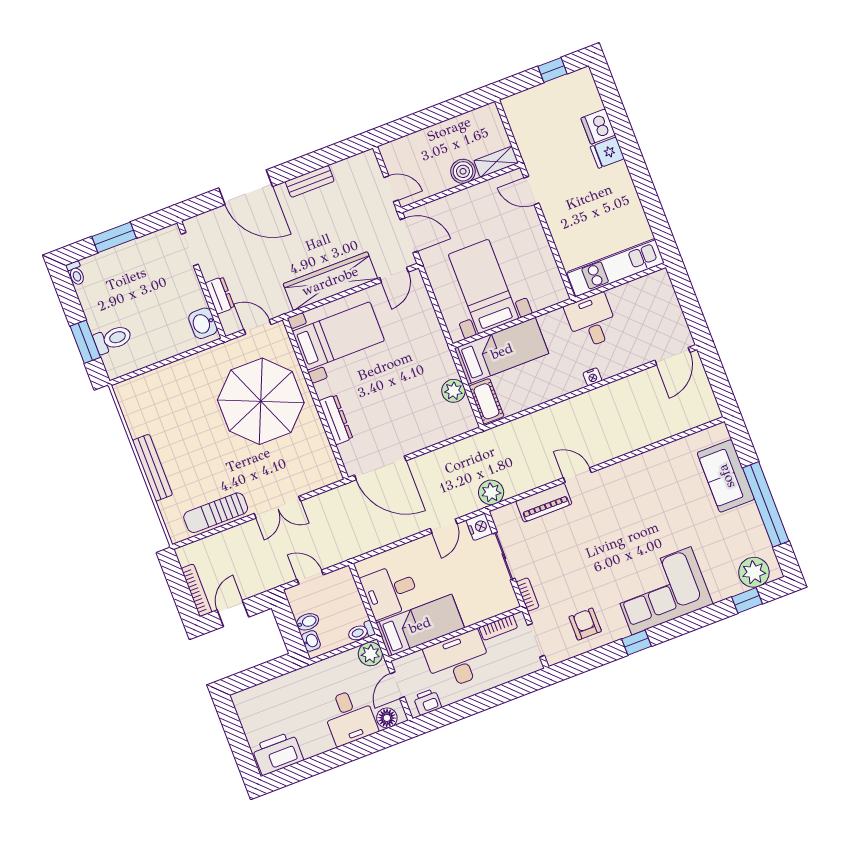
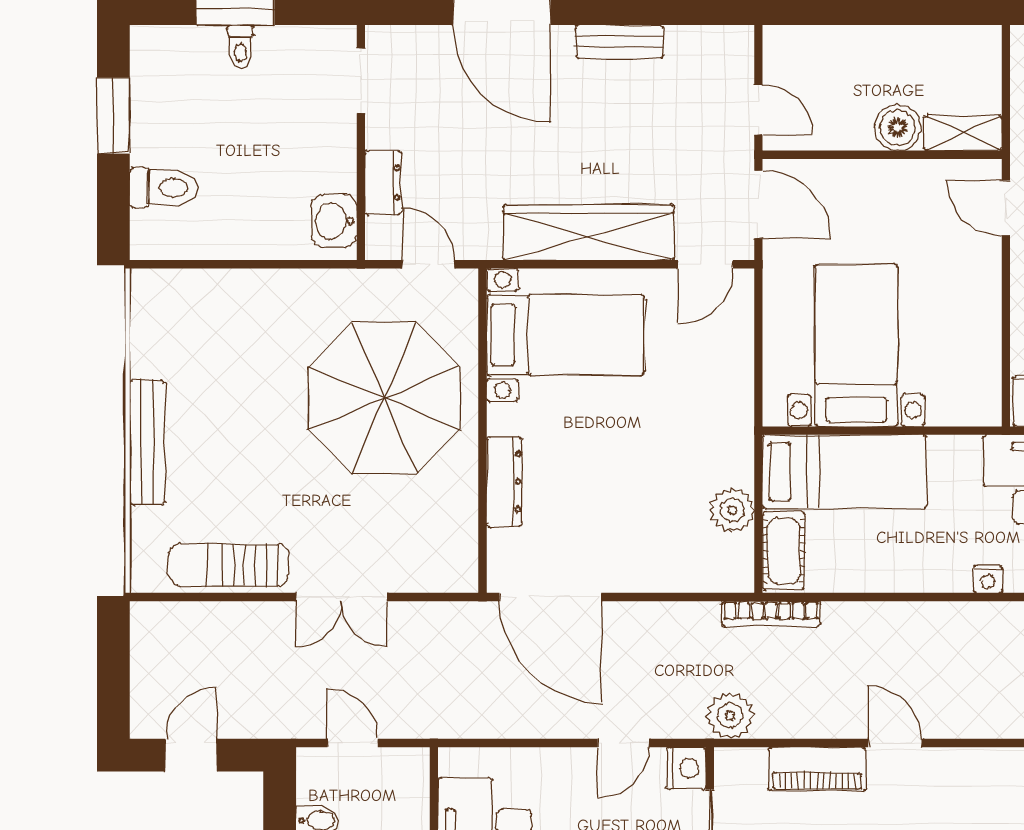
toilet: (76, 273) -> (240, 46), moved
window: (85, 342) -> (113, 116), moved
bookcase: (197, 590) -> (771, 614), moved, turned 90

